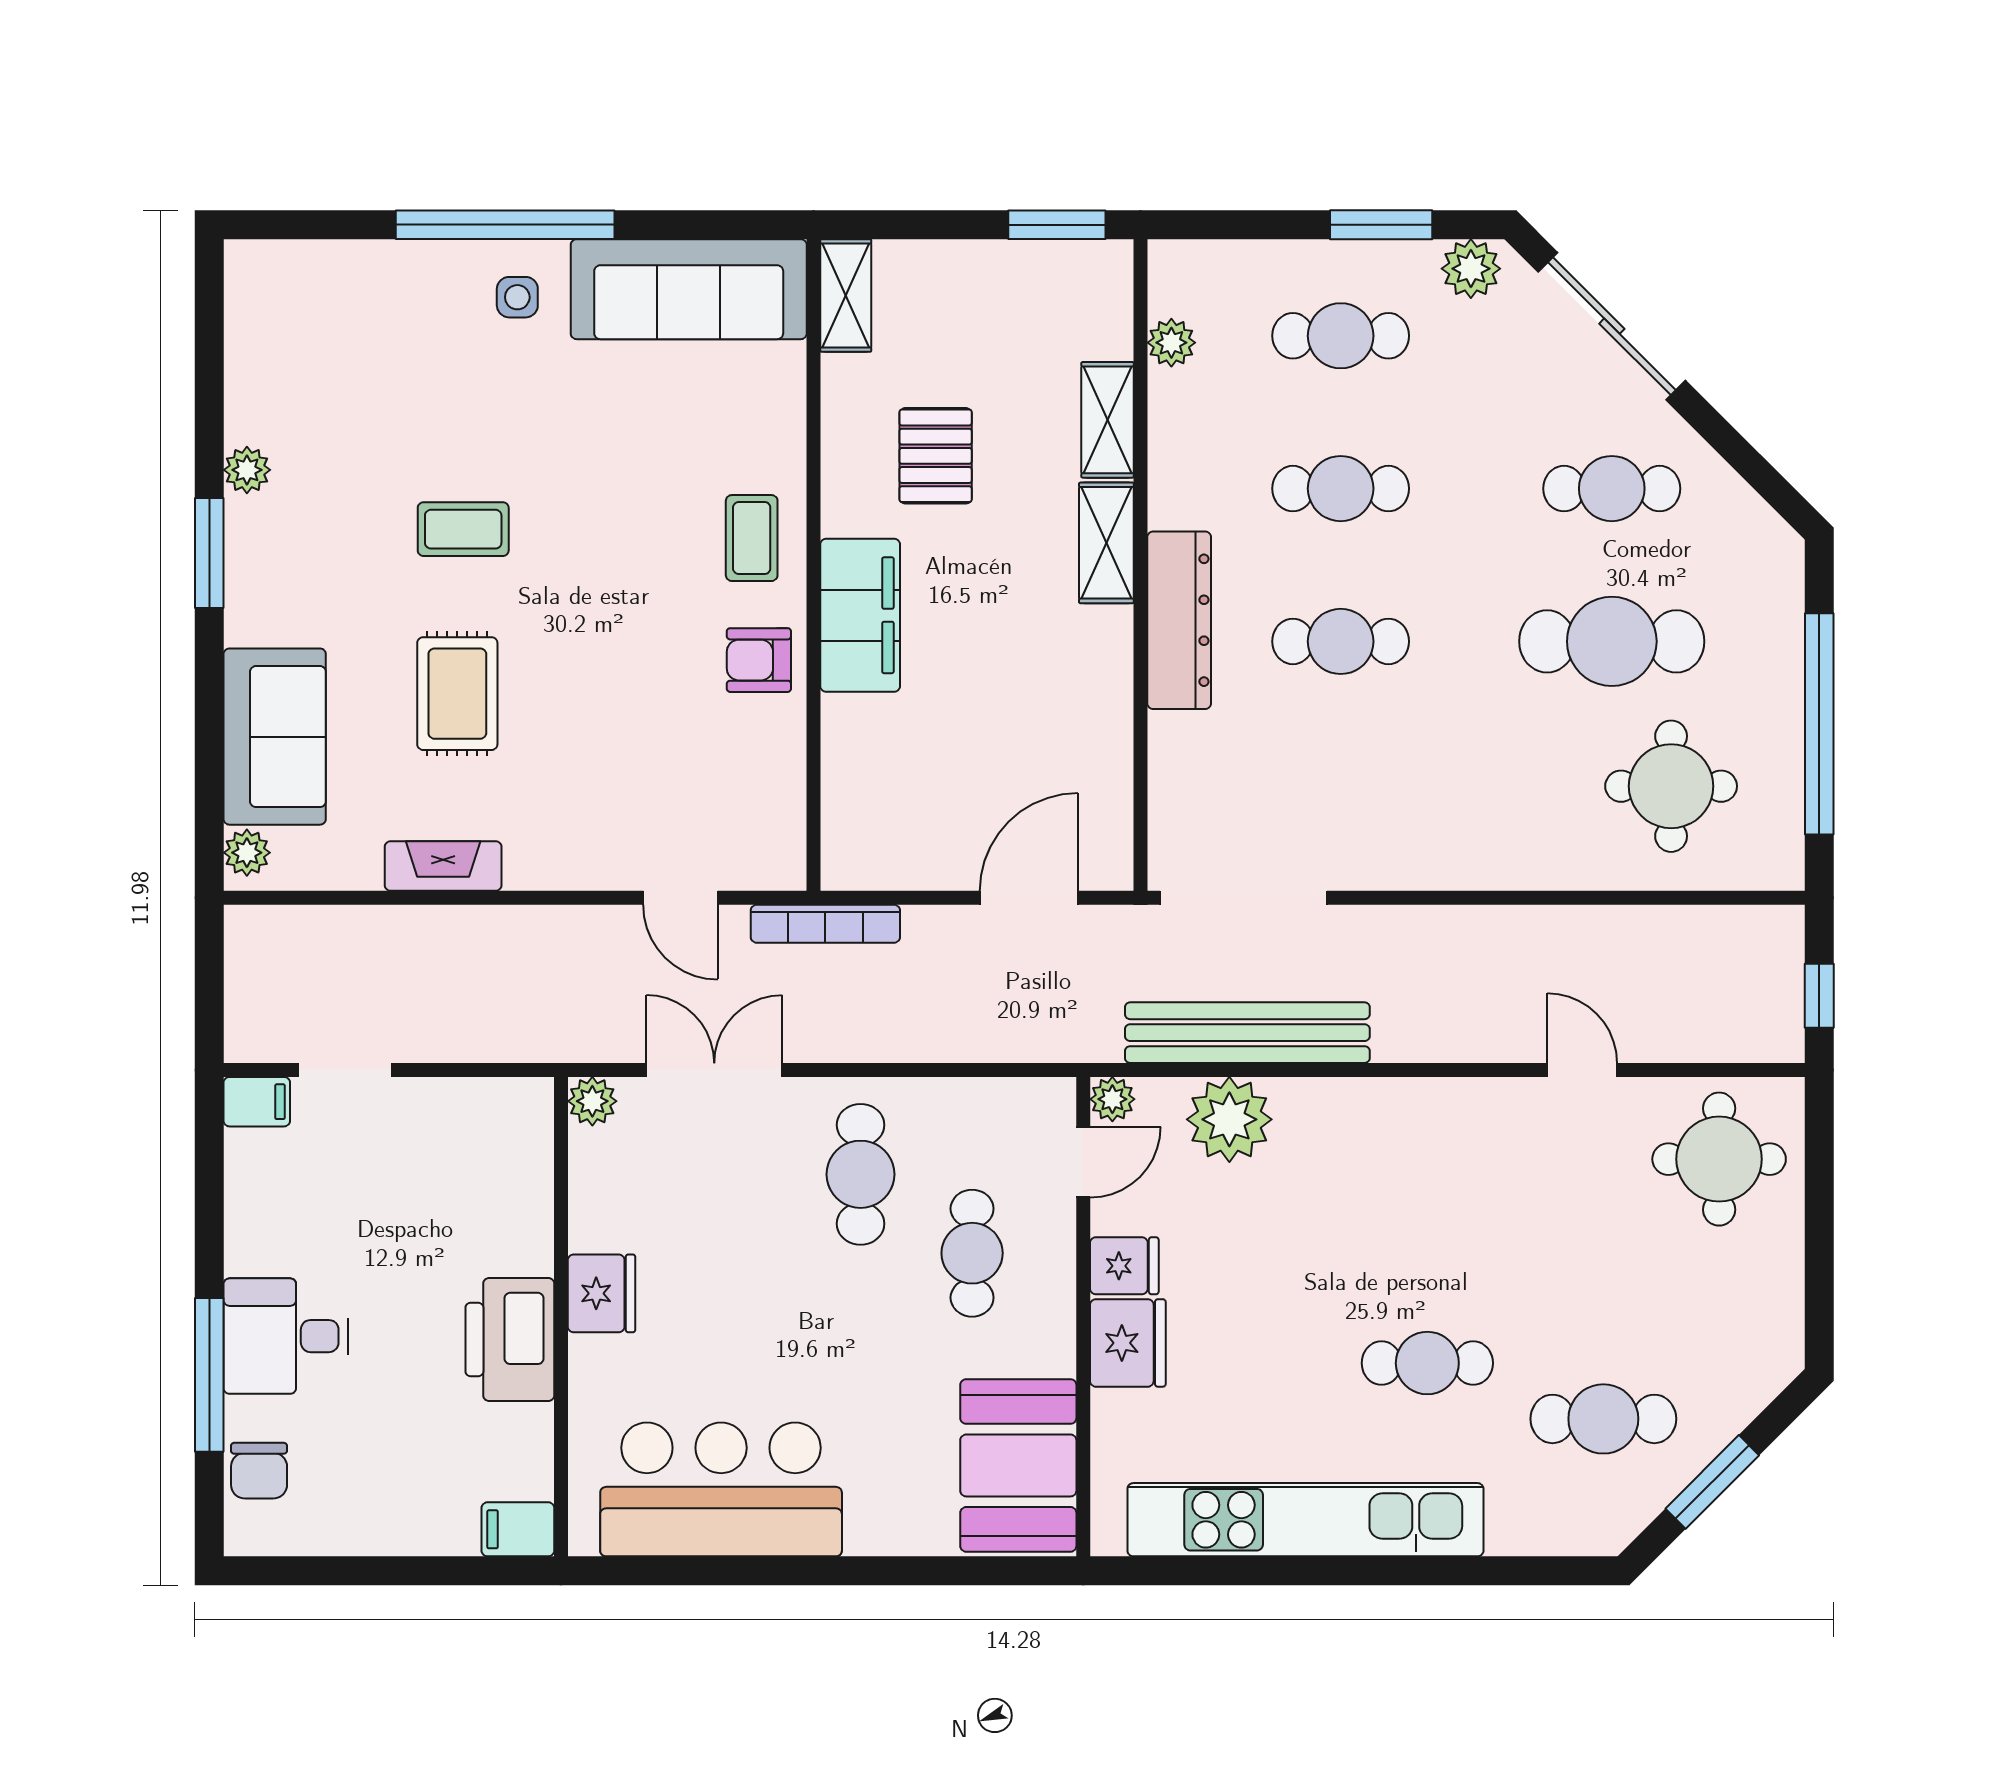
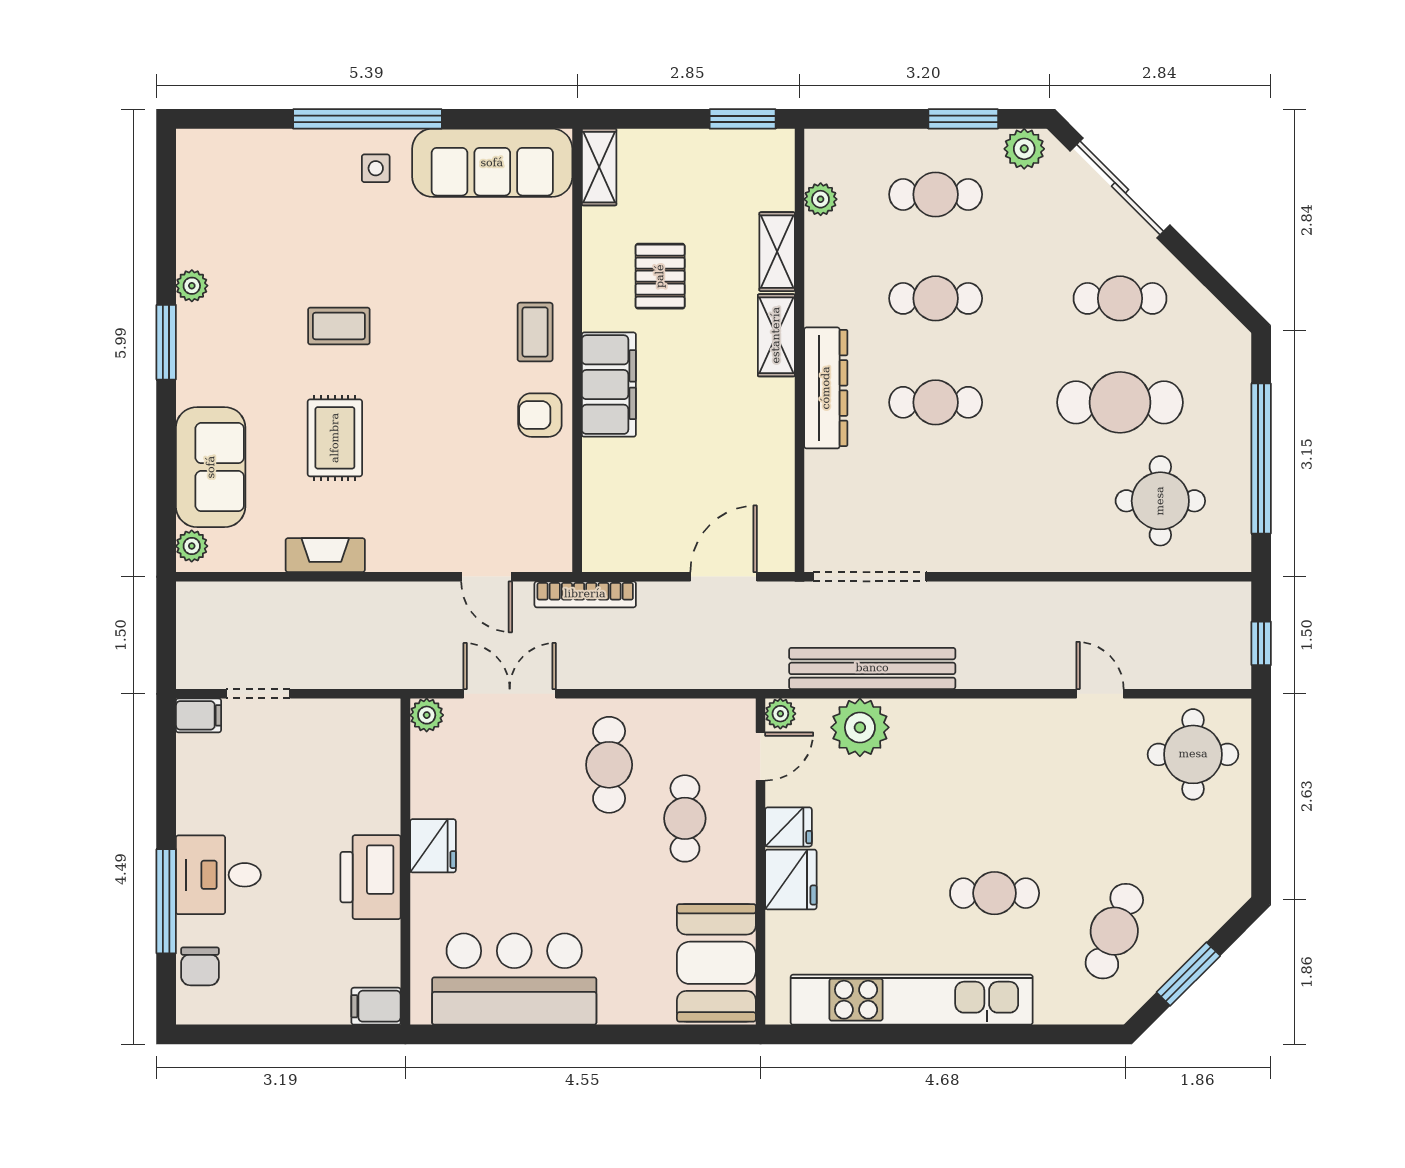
cafe table: (1603, 1419) -> (1114, 931), turned -69

